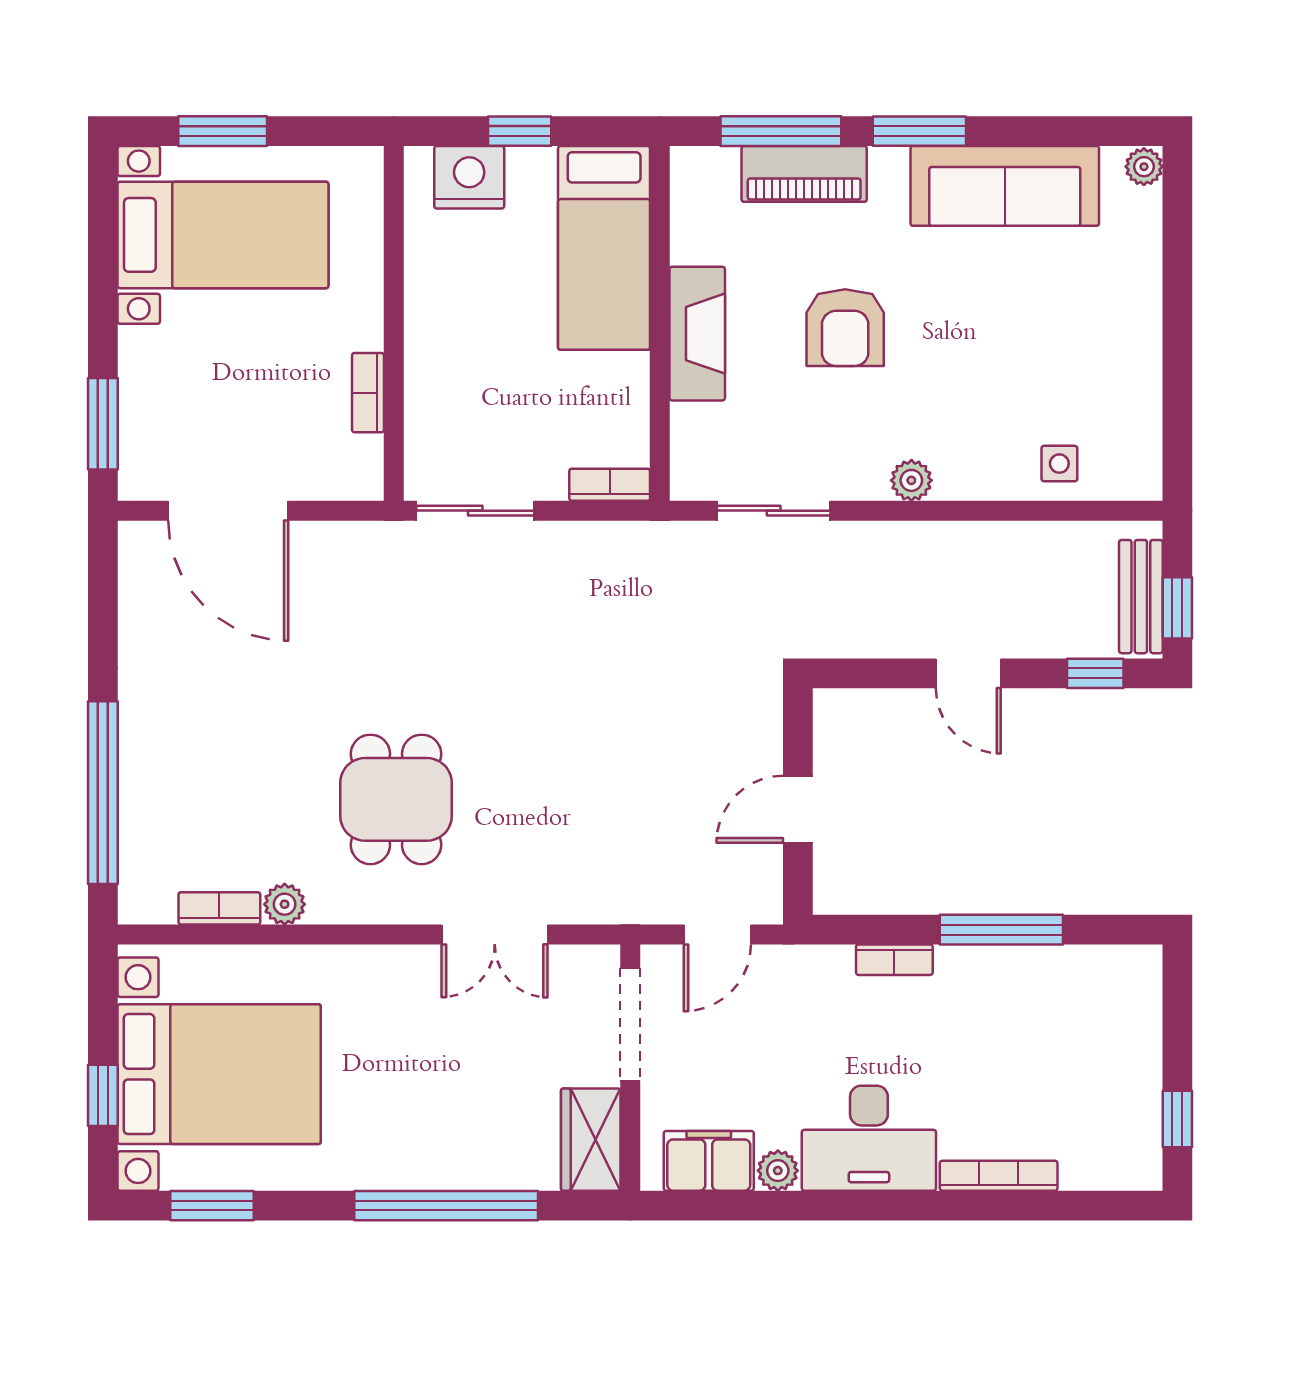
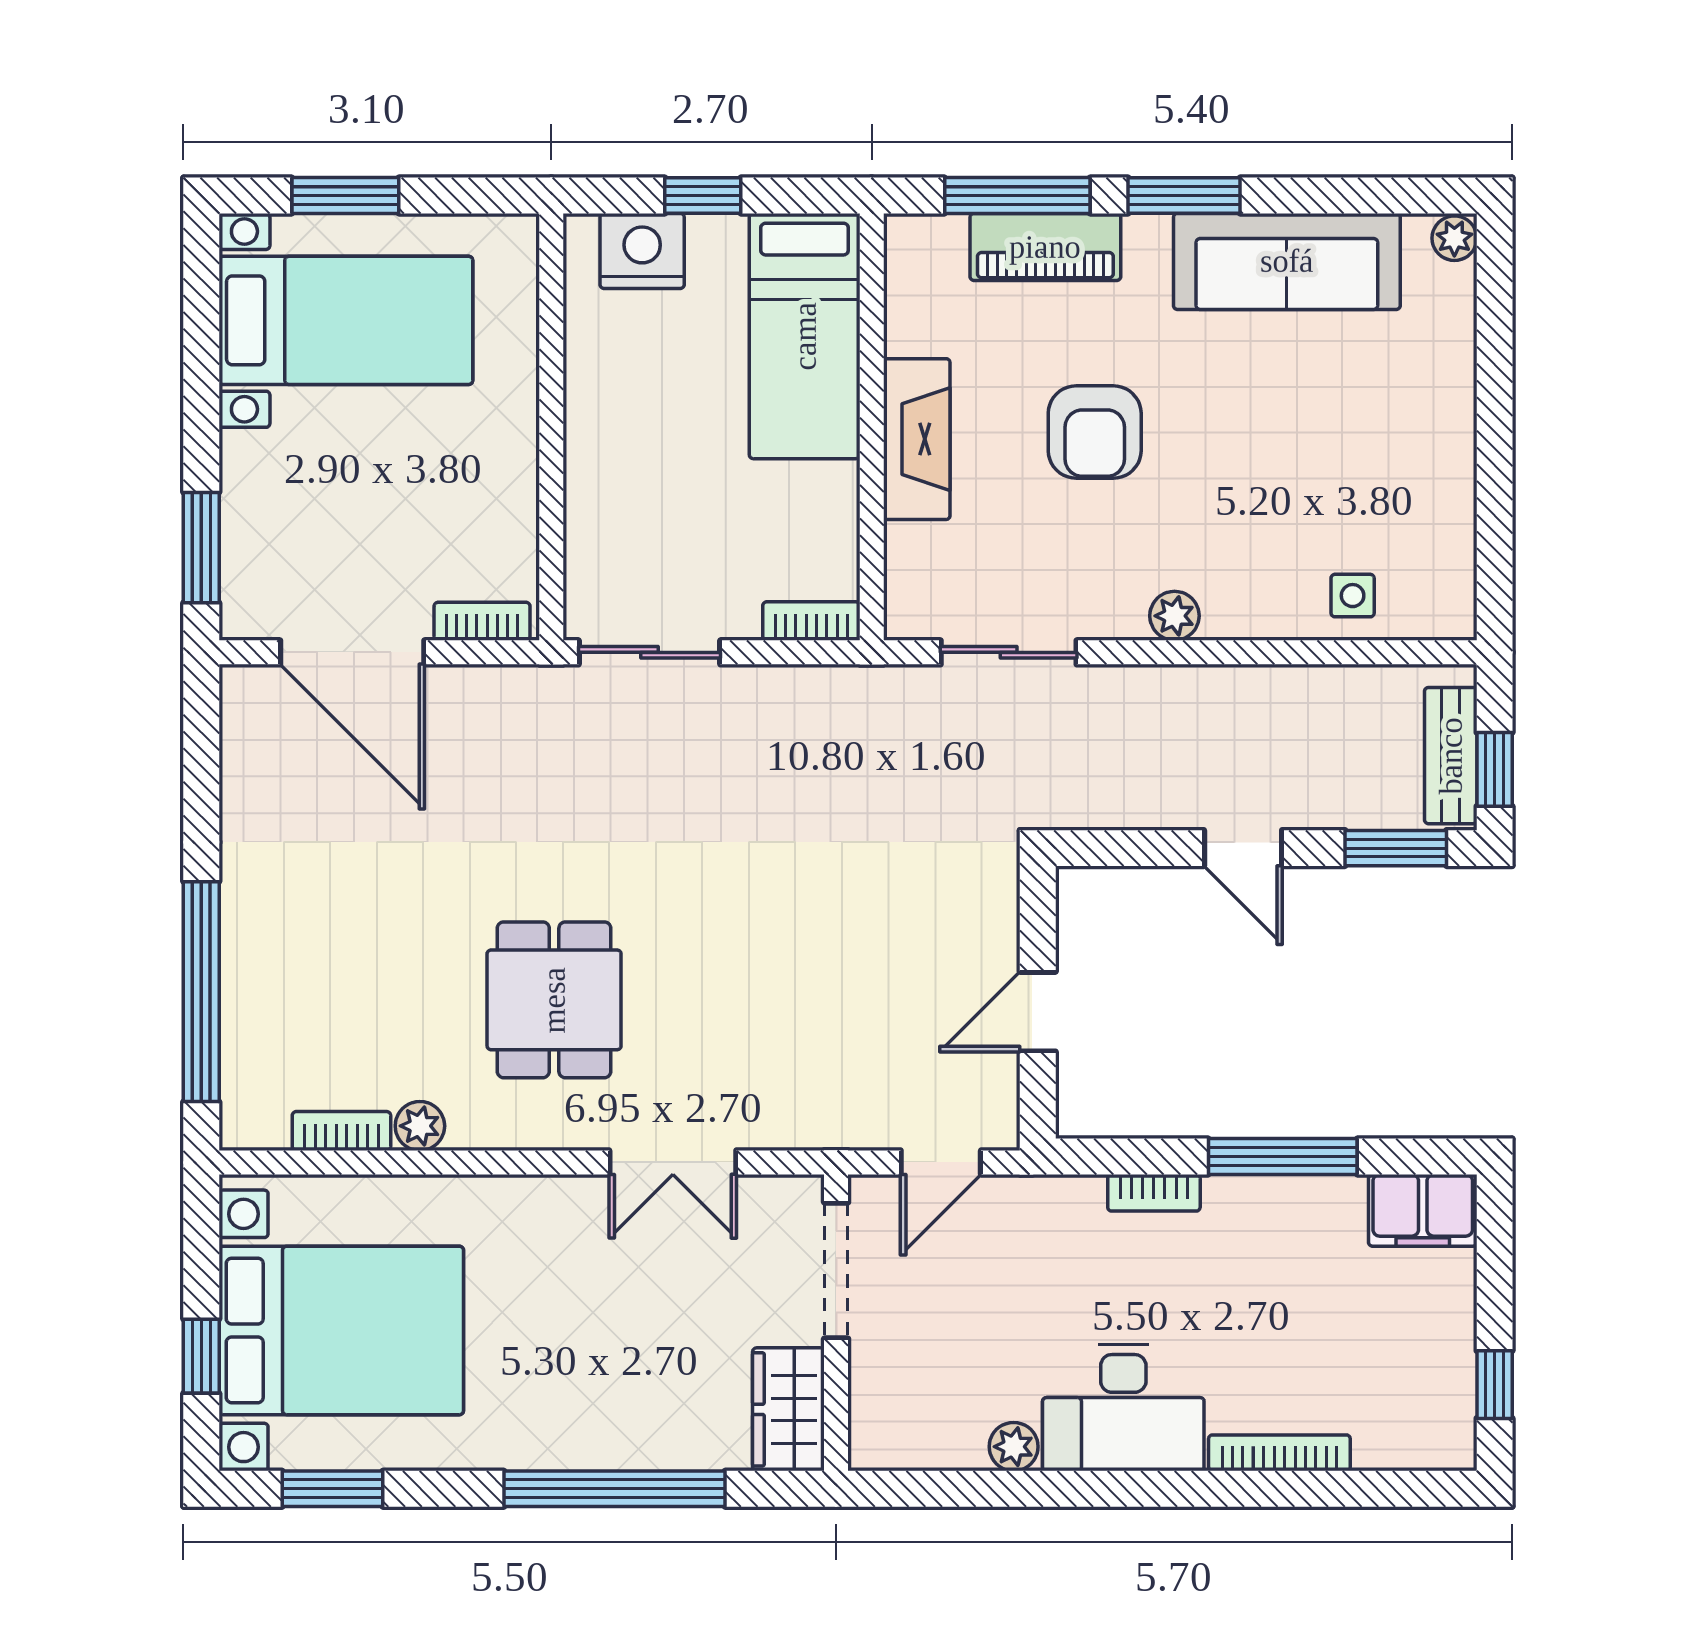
bookcase: (368, 393) -> (482, 621), moved, turned 90
window: (1095, 673) -> (1396, 848), width x1.50
filing cabinet: (709, 1161) -> (1423, 1210), moved, turned 180

